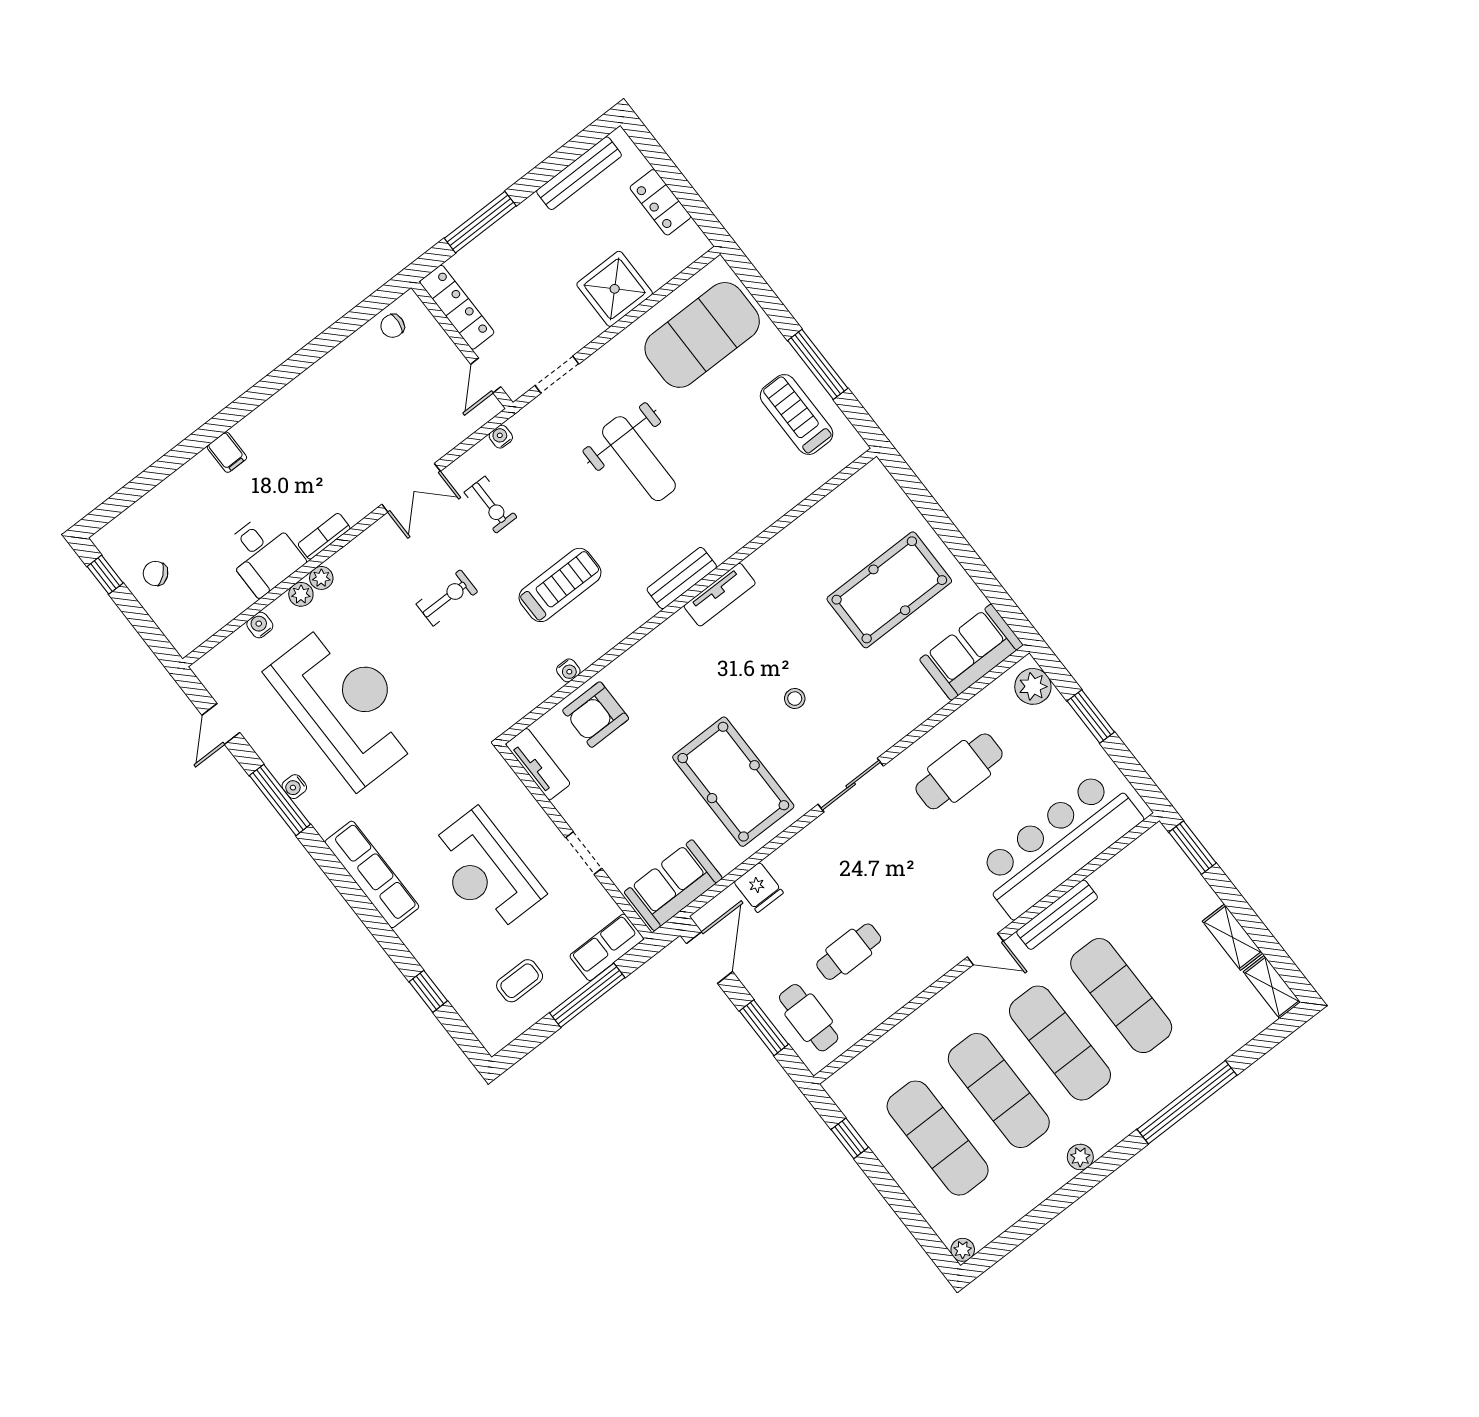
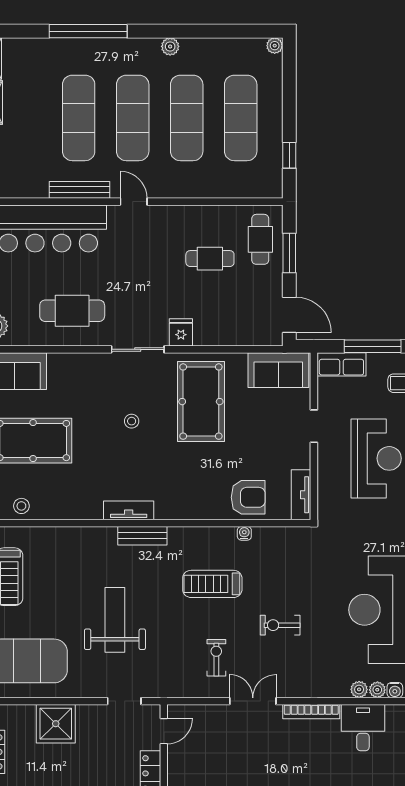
water cooler: (501, 437) -> (182, 691), removed
stool: (845, 505) -> (21, 506), added
bookcase: (324, 536) -> (311, 712), width x1.56
plant: (321, 578) -> (377, 690), moved
fridge: (759, 887) -> (181, 332), moved
door: (710, 958) -> (289, 315), swing flipped

